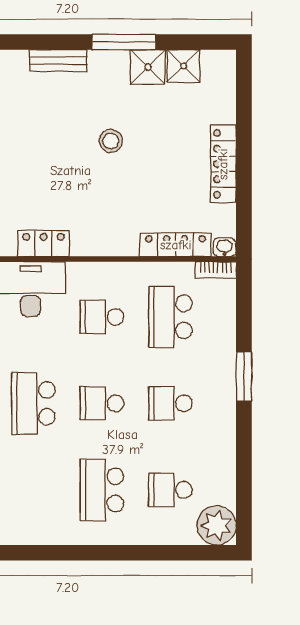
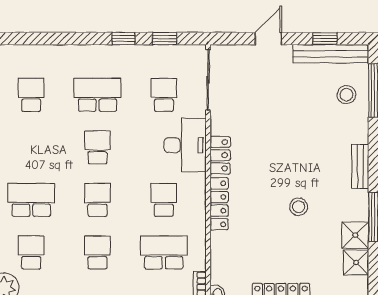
locker: (176, 245) -> (219, 204), moved
school desk: (33, 403) -> (97, 147), width x0.54

